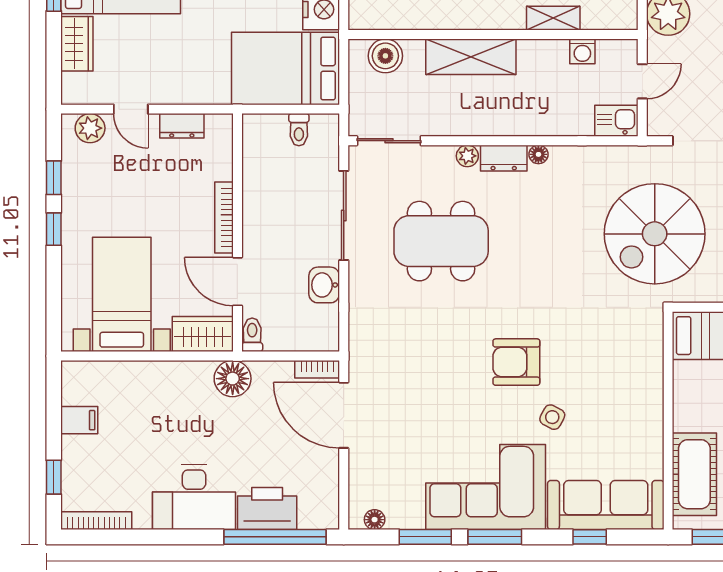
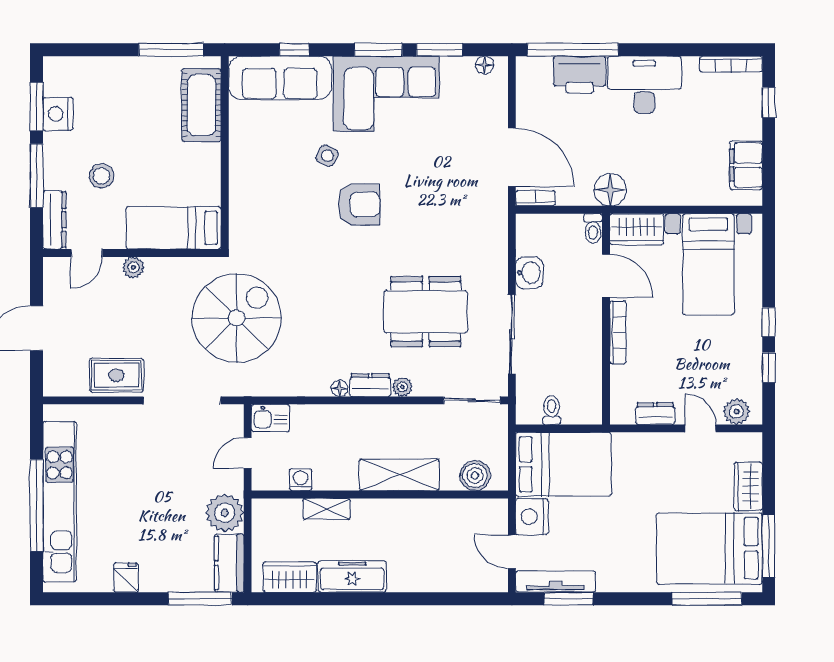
filing cabinet: (79, 420) -> (746, 165), width x2.00

